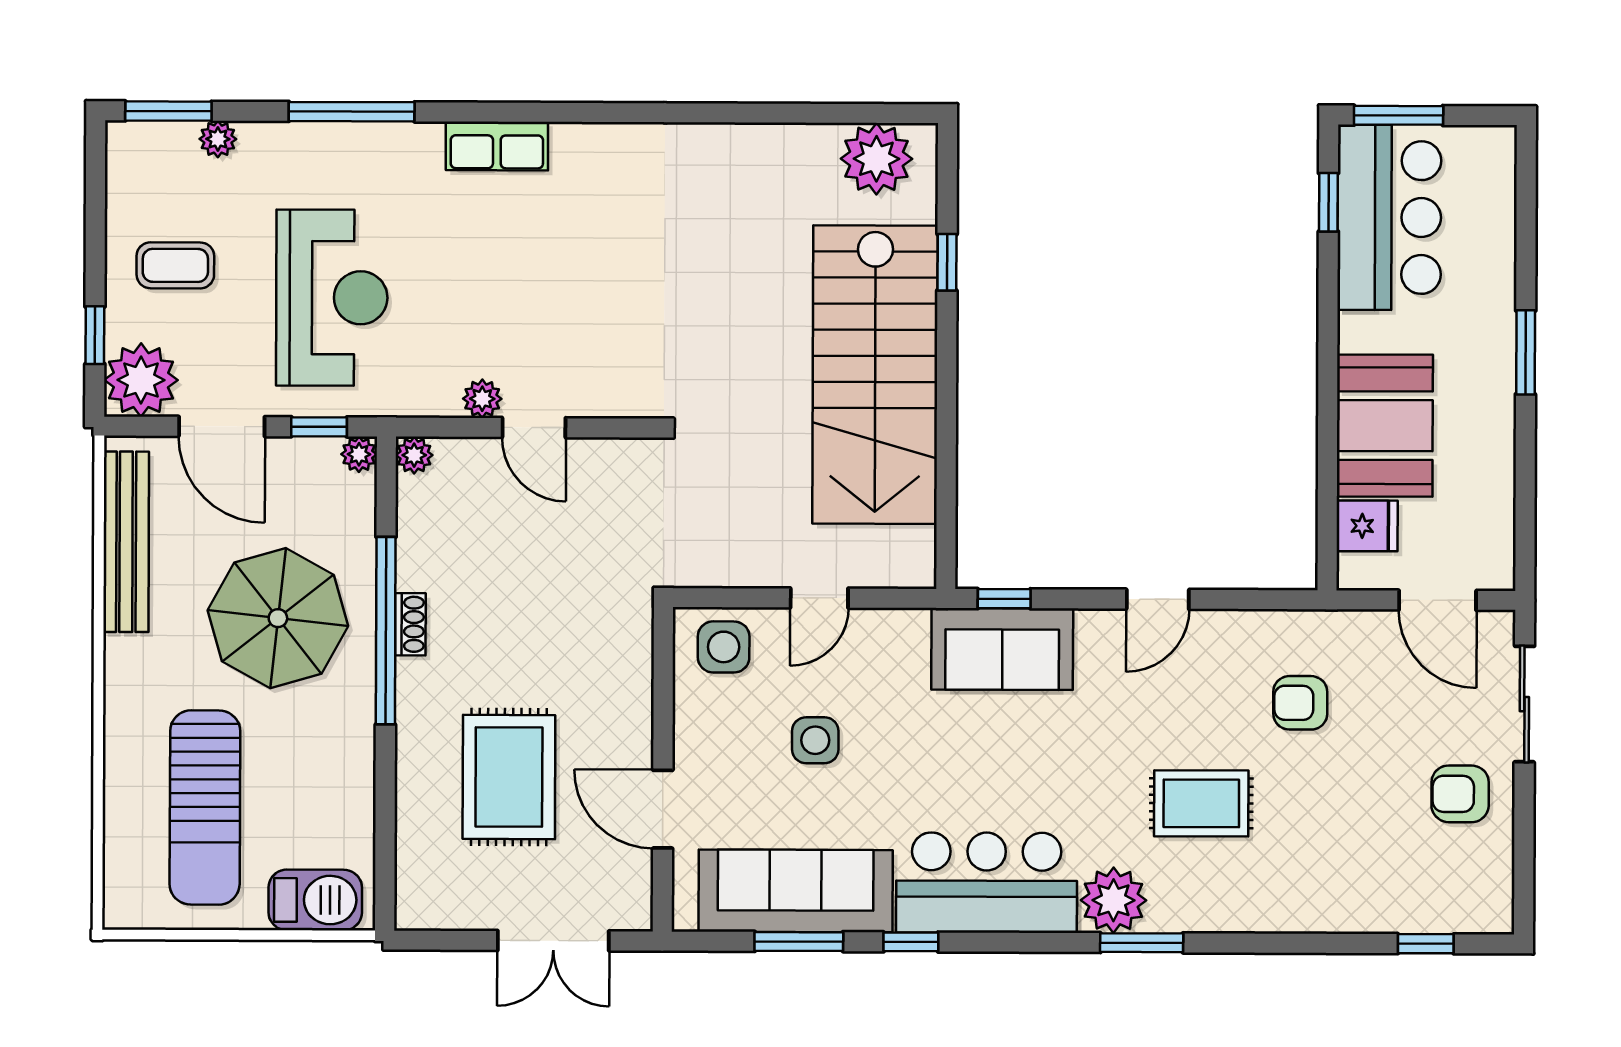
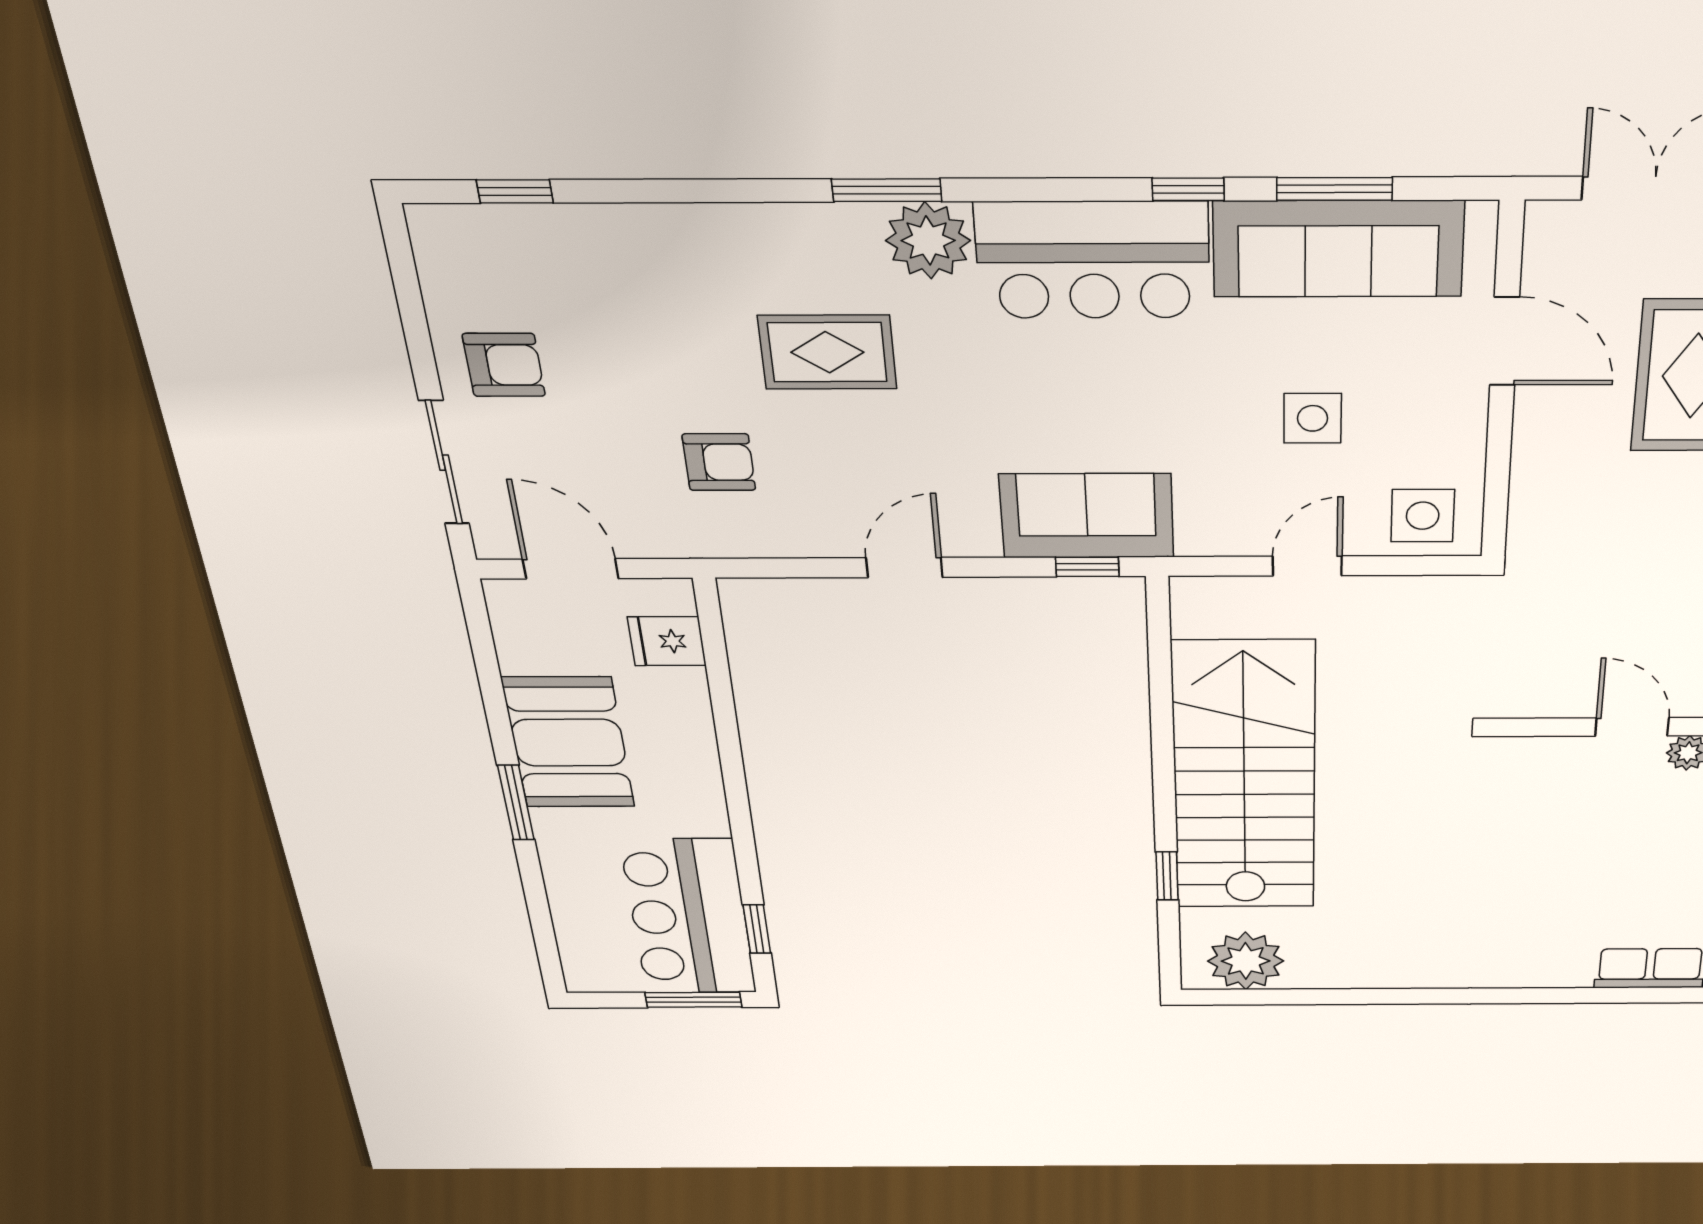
booth: (1385, 426) -> (568, 743), moved

